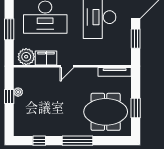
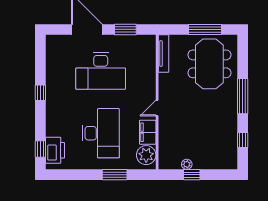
door: (67, 66) -> (157, 108), swing flipped
window: (136, 108) -> (205, 29), width x1.44

